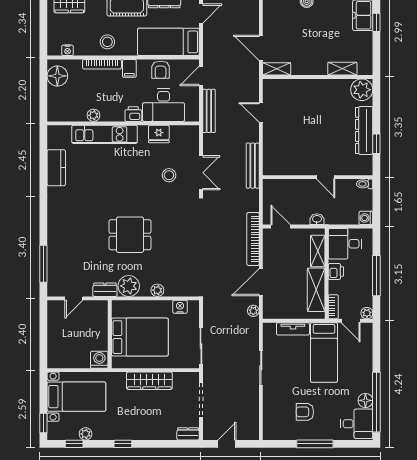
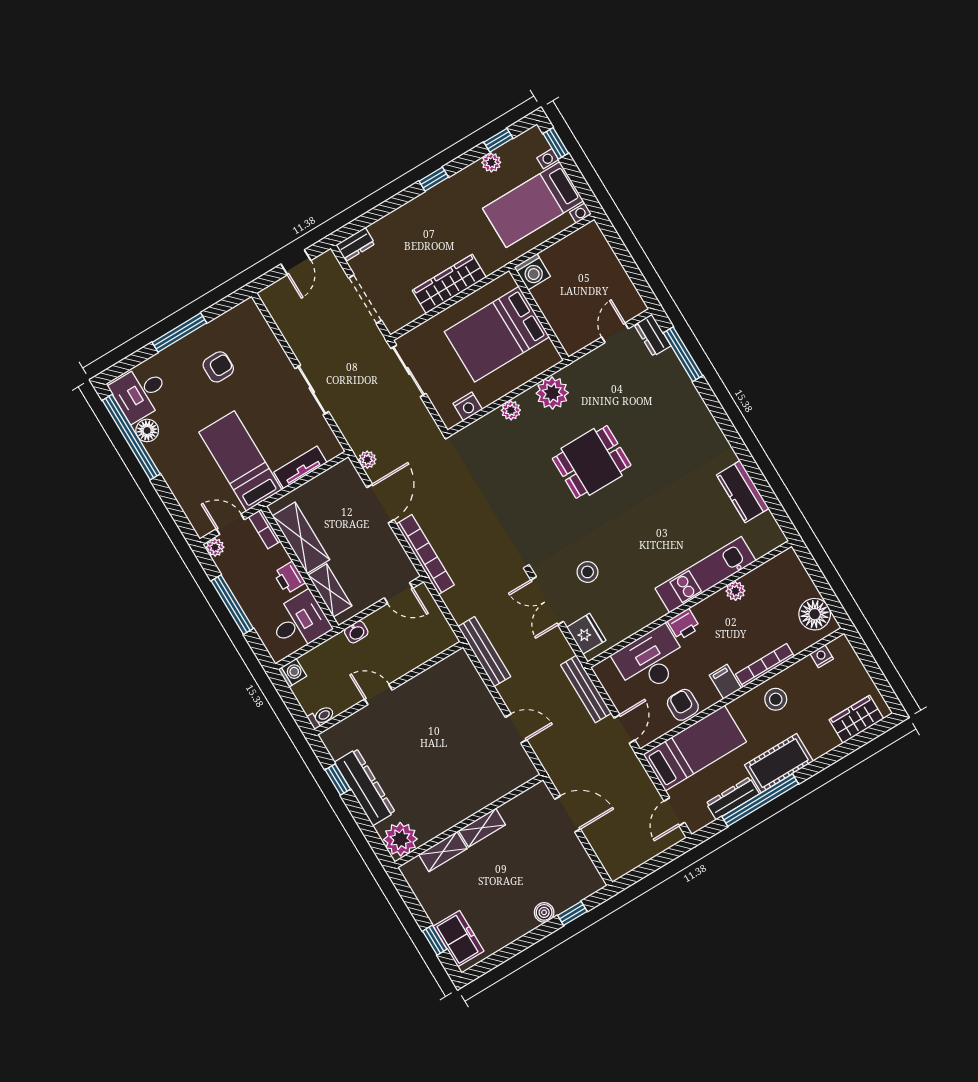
shelving: (277, 69) -> (482, 828), moved
fridge: (159, 134) -> (586, 634), moved, turned 90
dresser: (105, 290) -> (652, 335), moved, turned 90

